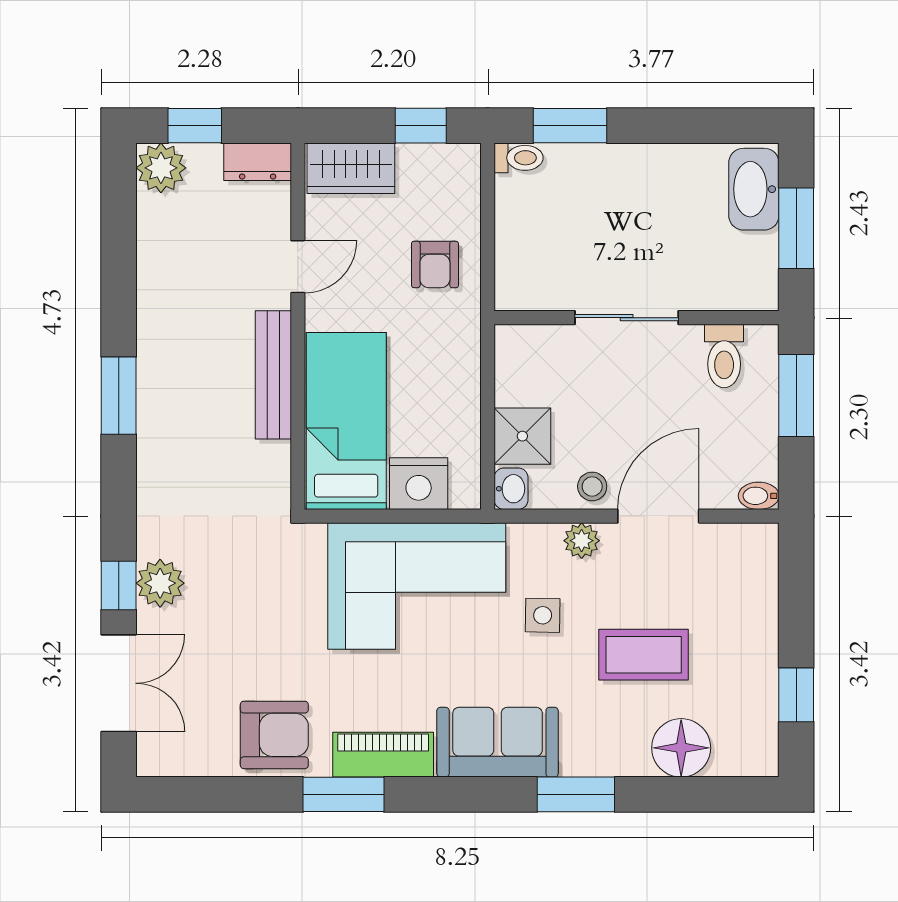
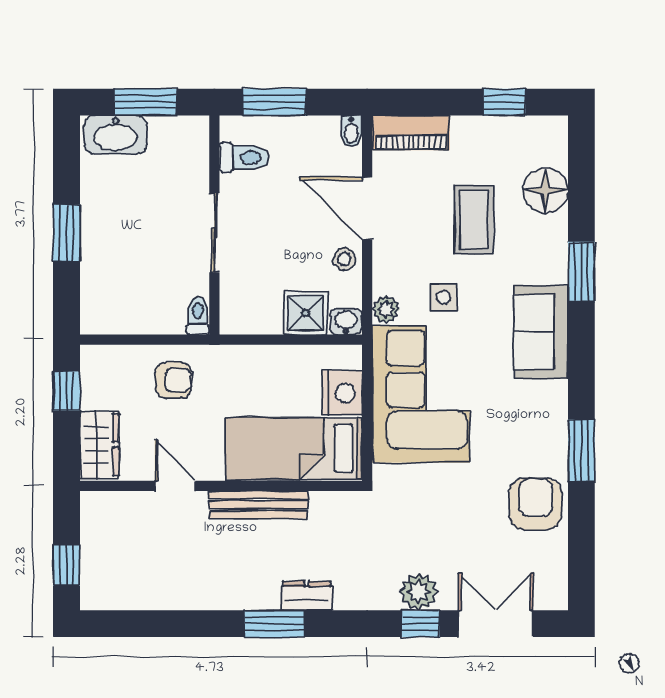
window: (570, 126) -> (67, 233), moved
toilet: (519, 158) -> (198, 316), moved
dresser: (258, 162) -> (307, 596), moved, turned -90
plant: (161, 168) -> (99, 591), removed
plant: (582, 541) -> (386, 309), moved
piano: (383, 755) -> (411, 133), moved, turned -90

